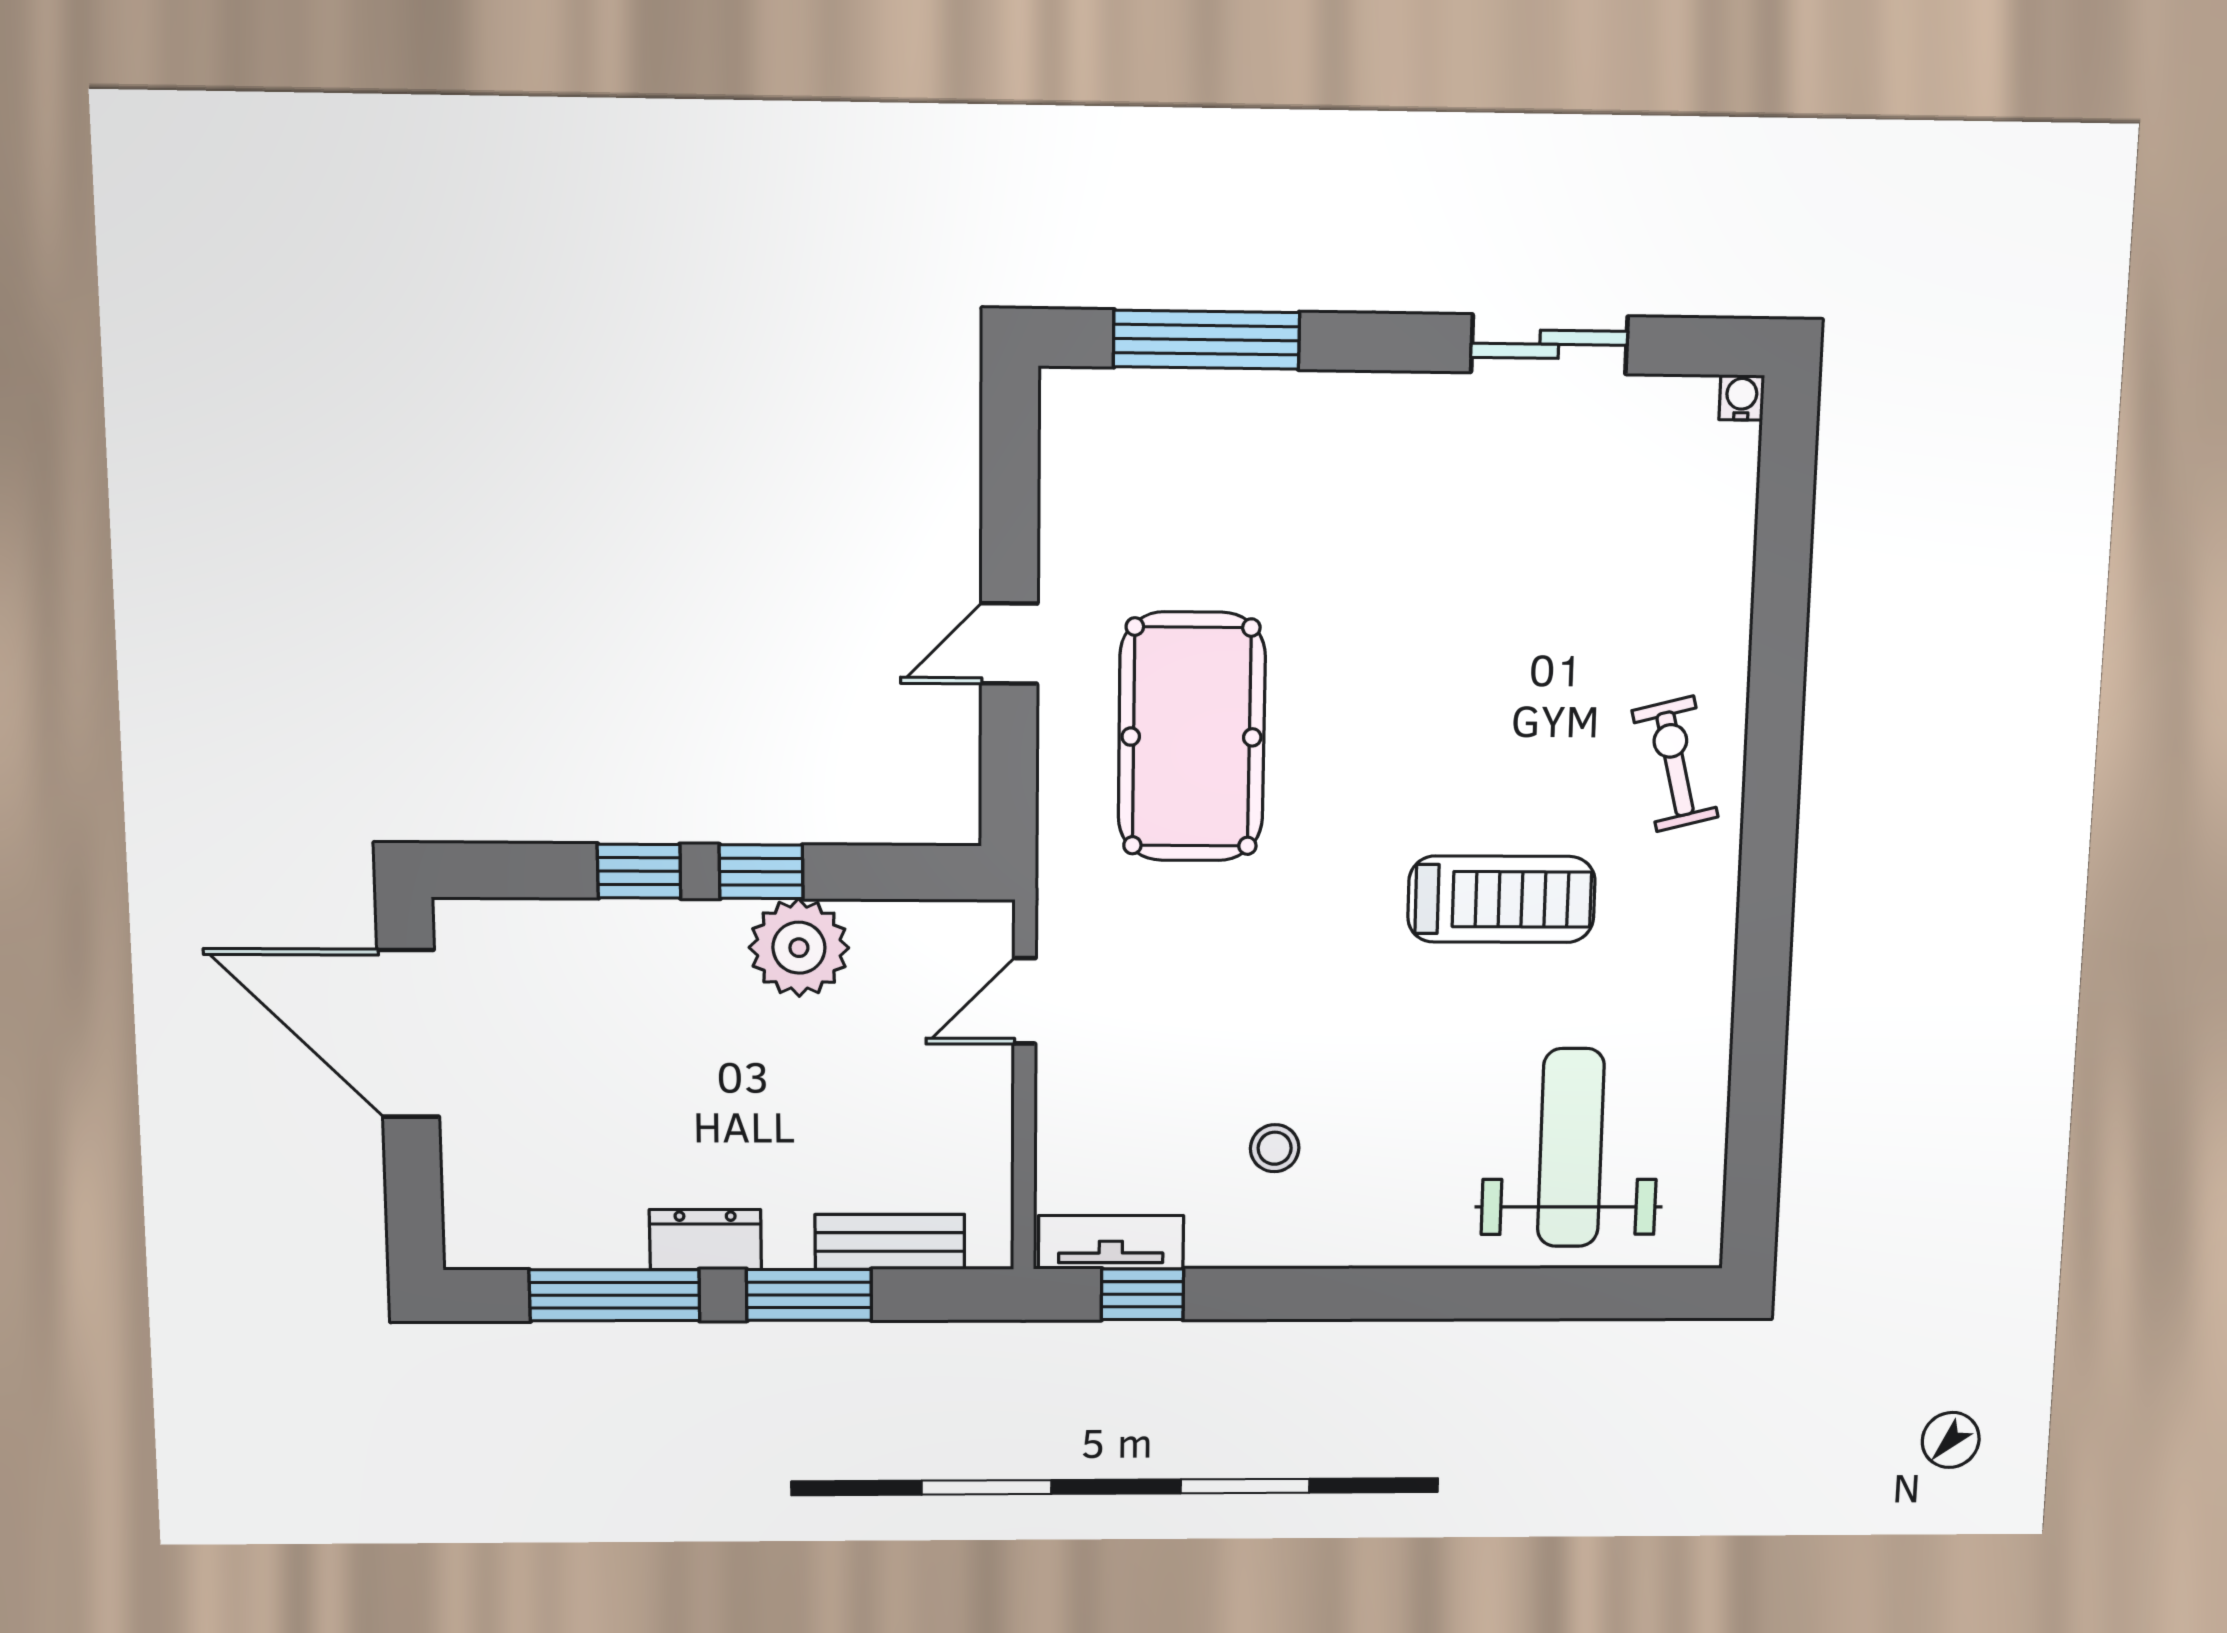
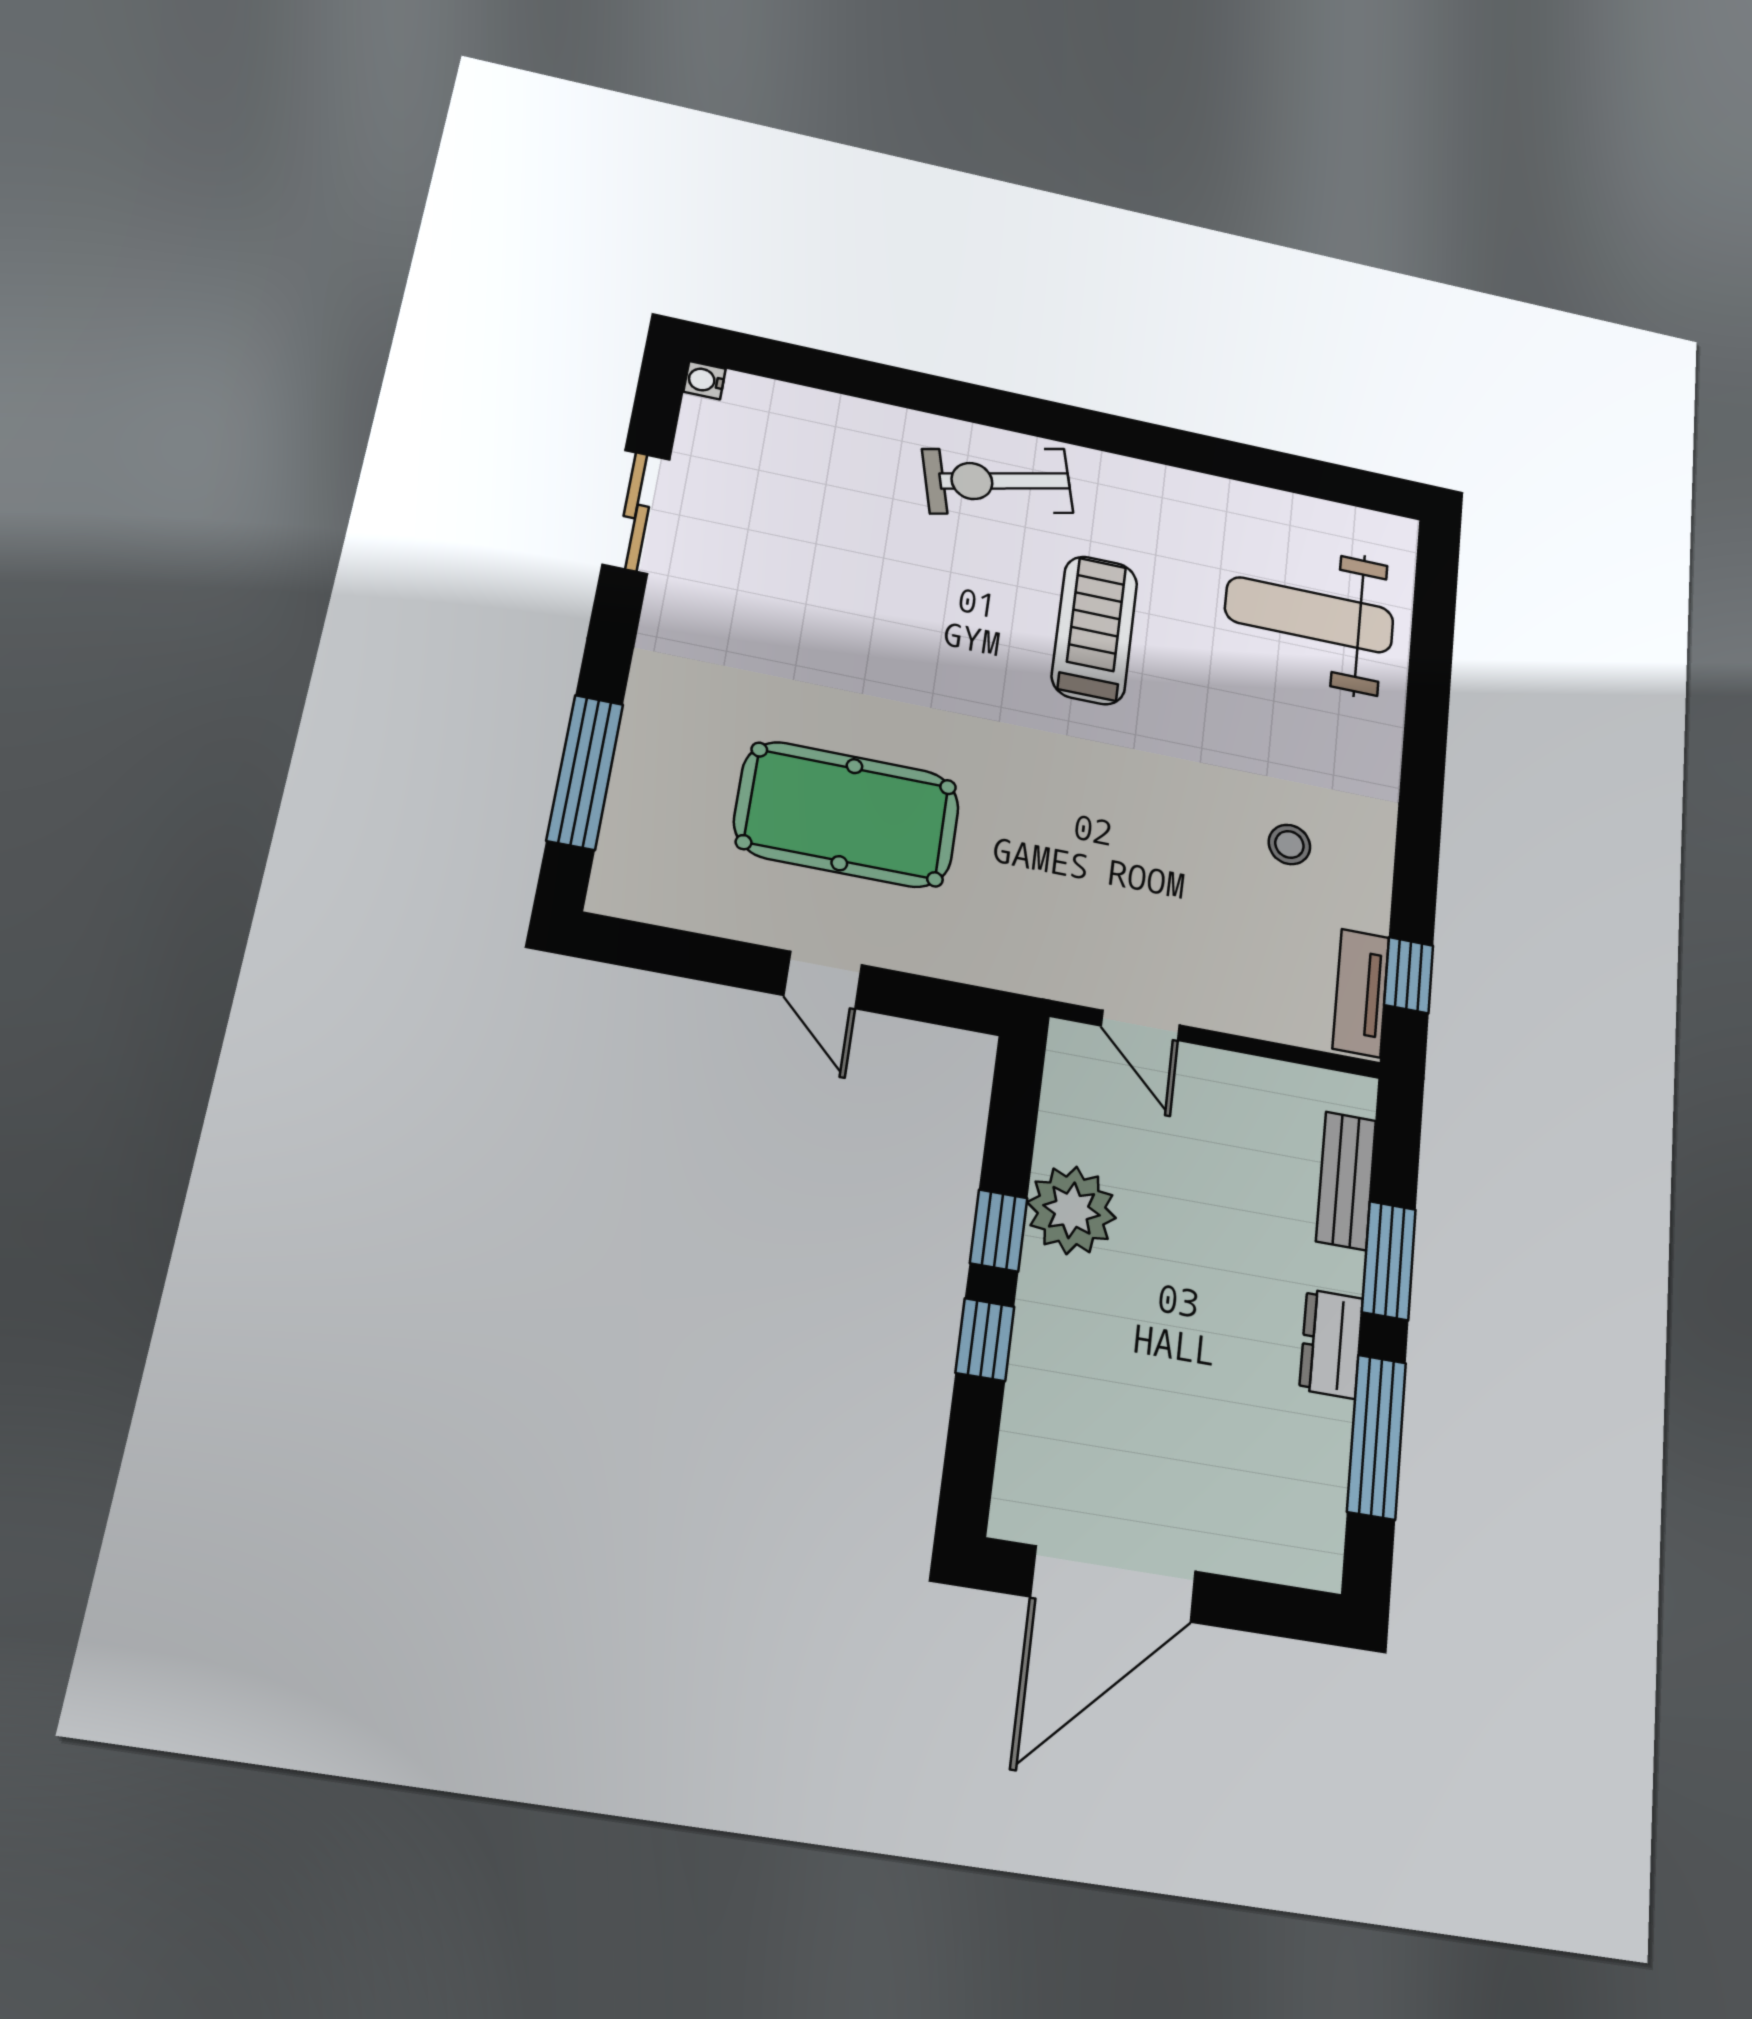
pool table: (1192, 737) -> (847, 814), moved
exercise bike: (1675, 764) -> (998, 481), width x1.38, depth x1.39

